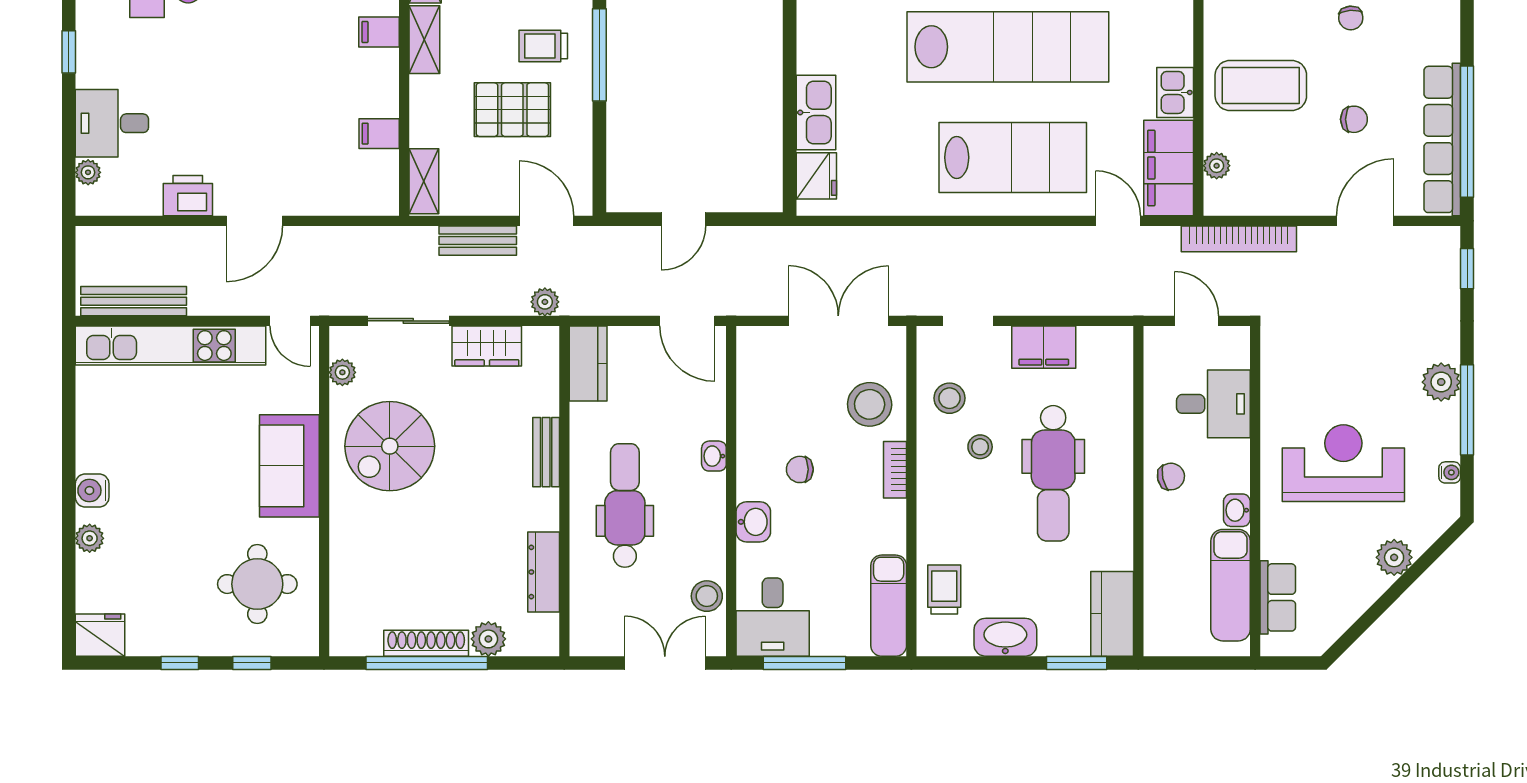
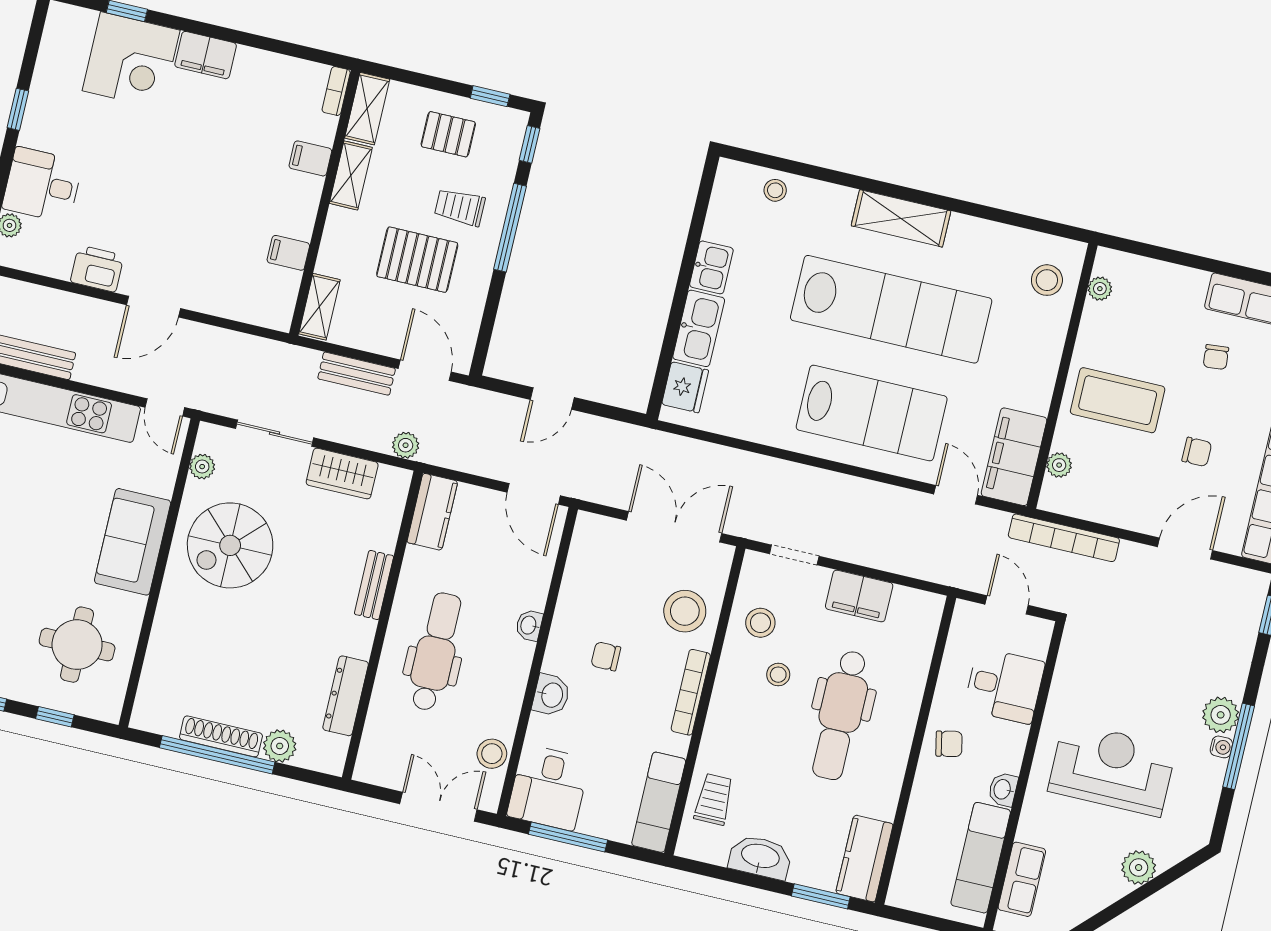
kitchen sink: (1175, 92) -> (711, 267), moved, turned 180
bookcase: (895, 470) -> (691, 692), width x1.56
water cooler: (1450, 472) -> (1221, 747), moved

